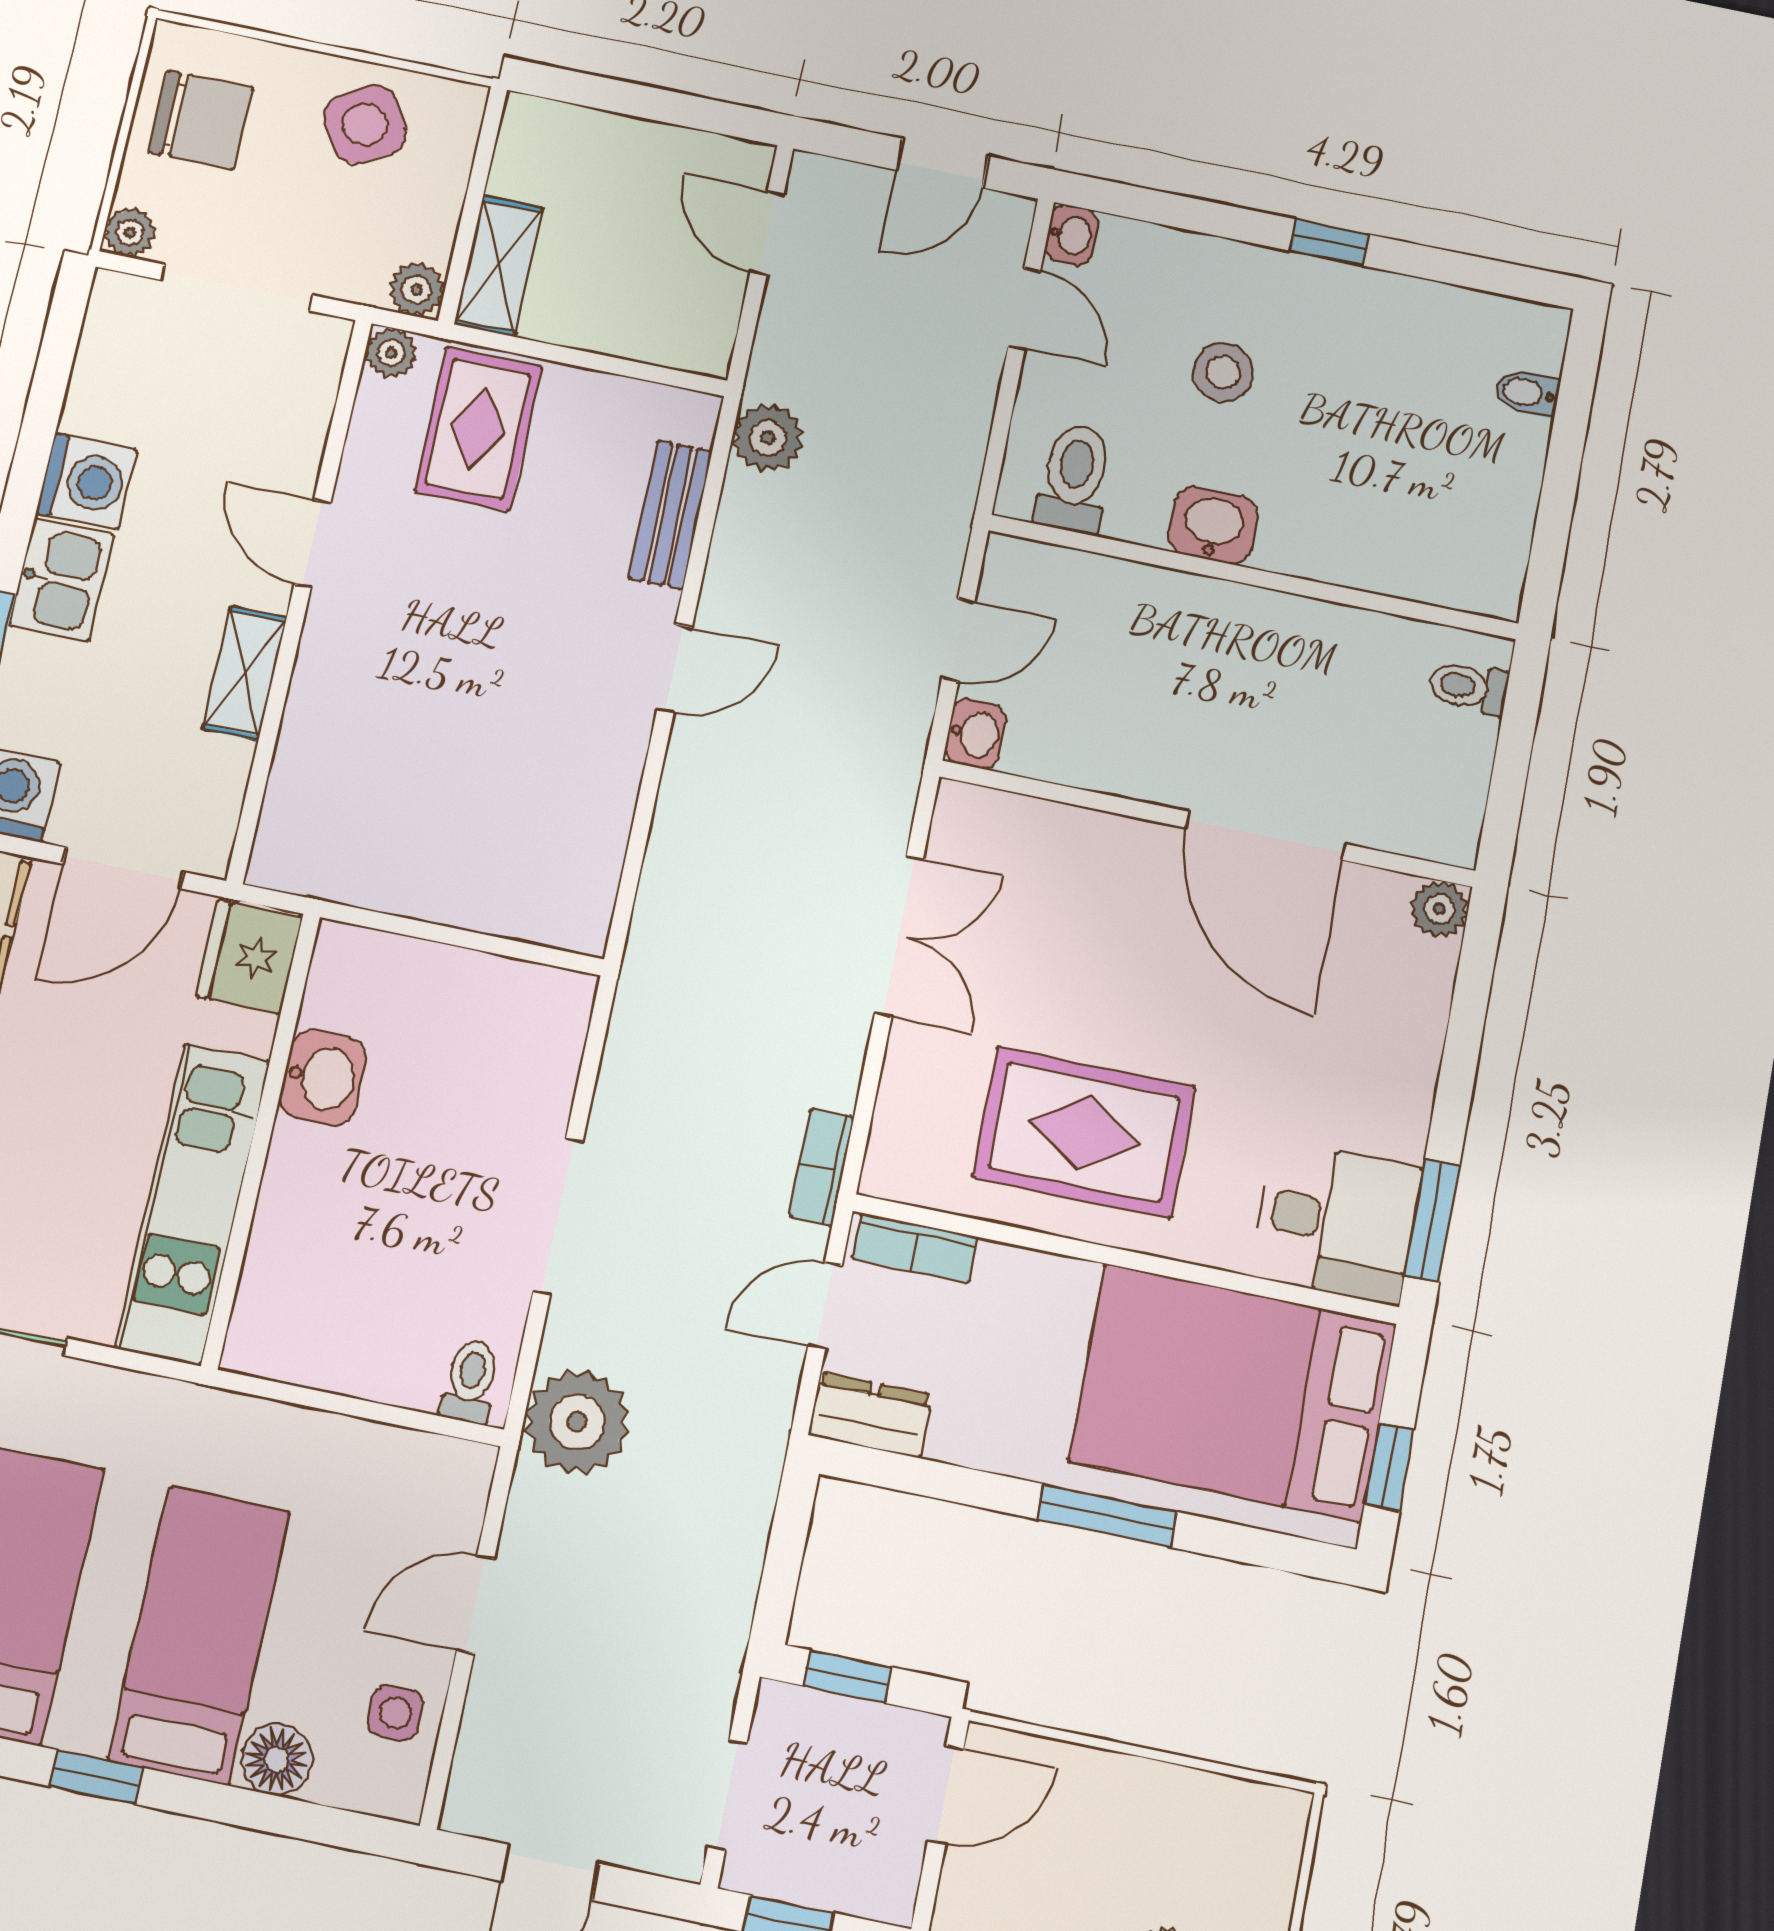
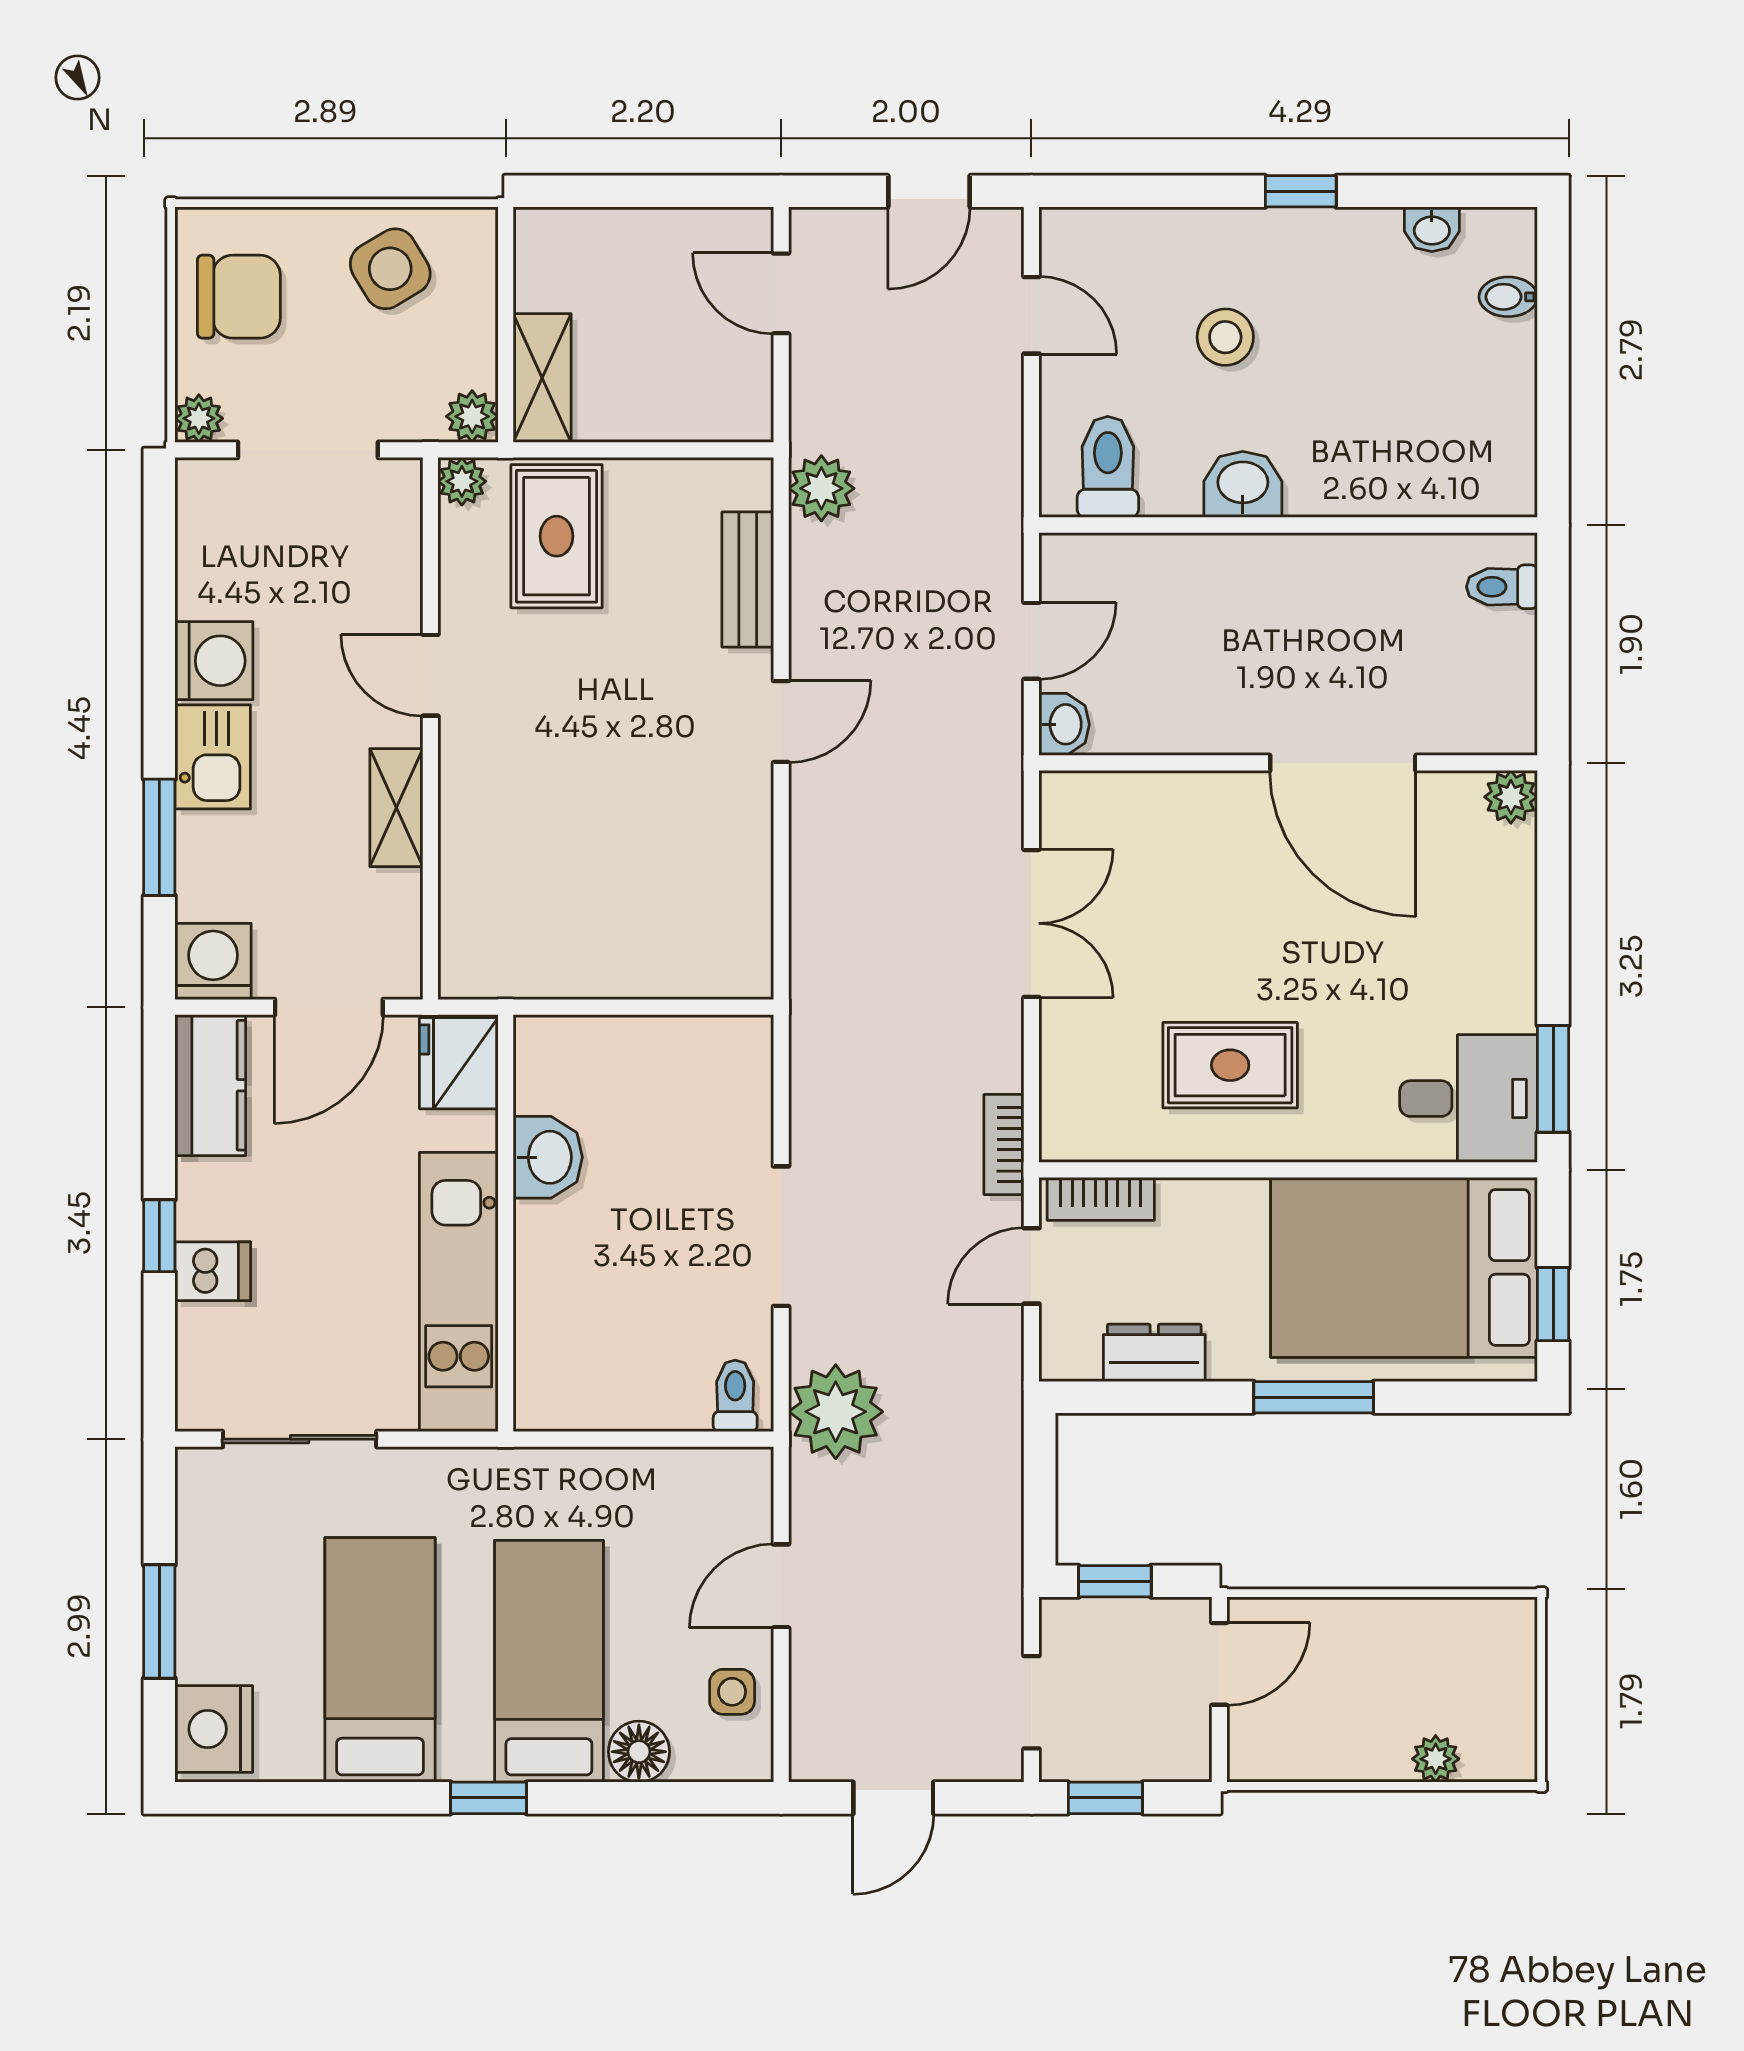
washbasin: (1071, 235) -> (1432, 229), moved, turned 90
rug: (1084, 1132) -> (1230, 1065), width x0.73, depth x0.70
dresser: (870, 1415) -> (1154, 1353), moved

